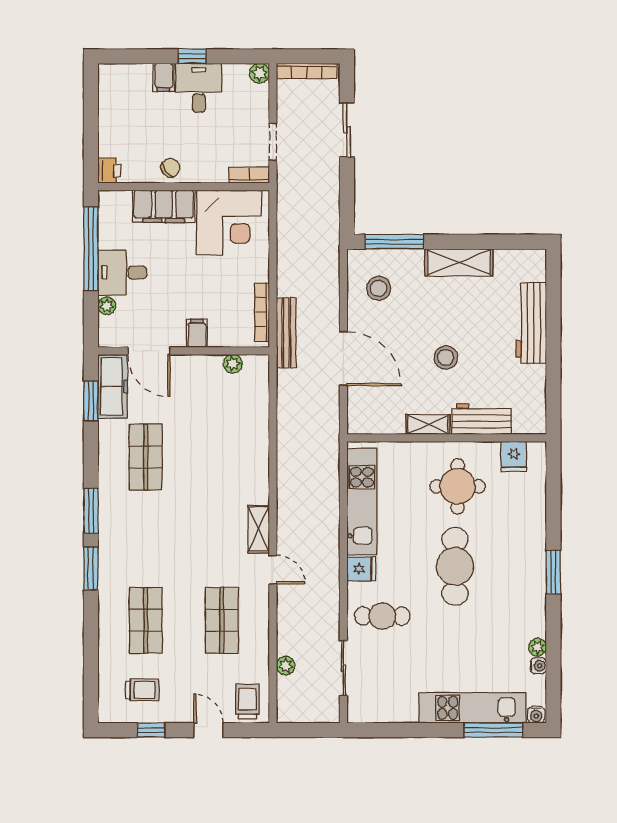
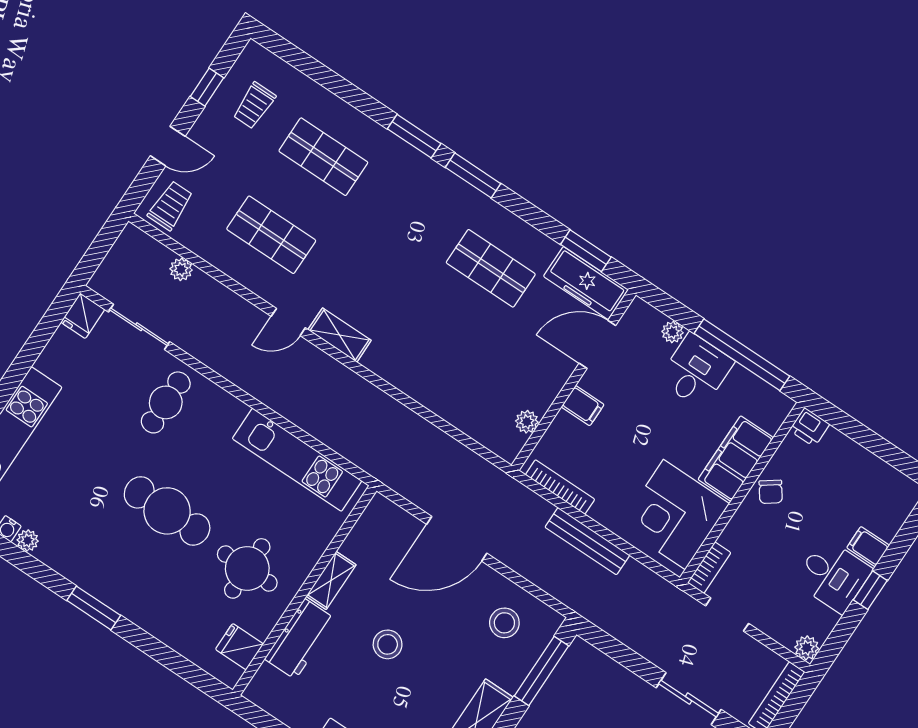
bench: (286, 333) -> (587, 541), moved
fridge: (361, 569) -> (83, 316), moved
trolley: (247, 701) -> (170, 206), turned -90

